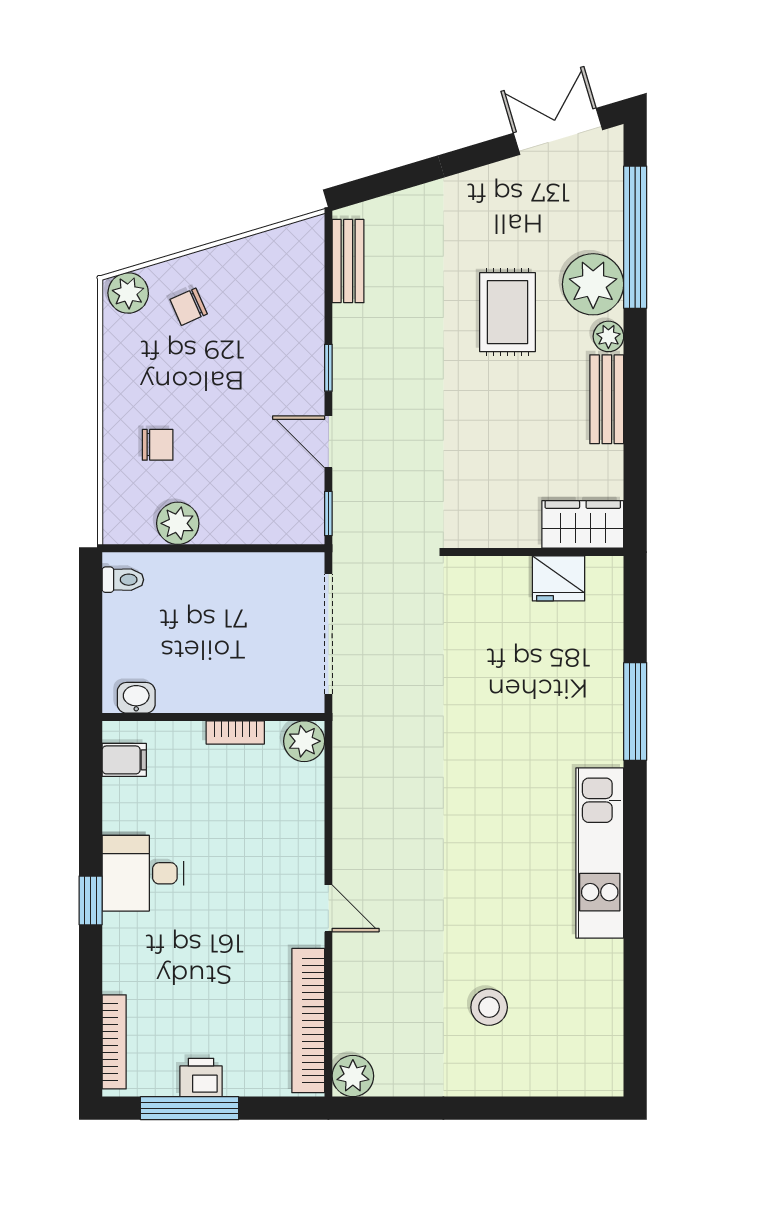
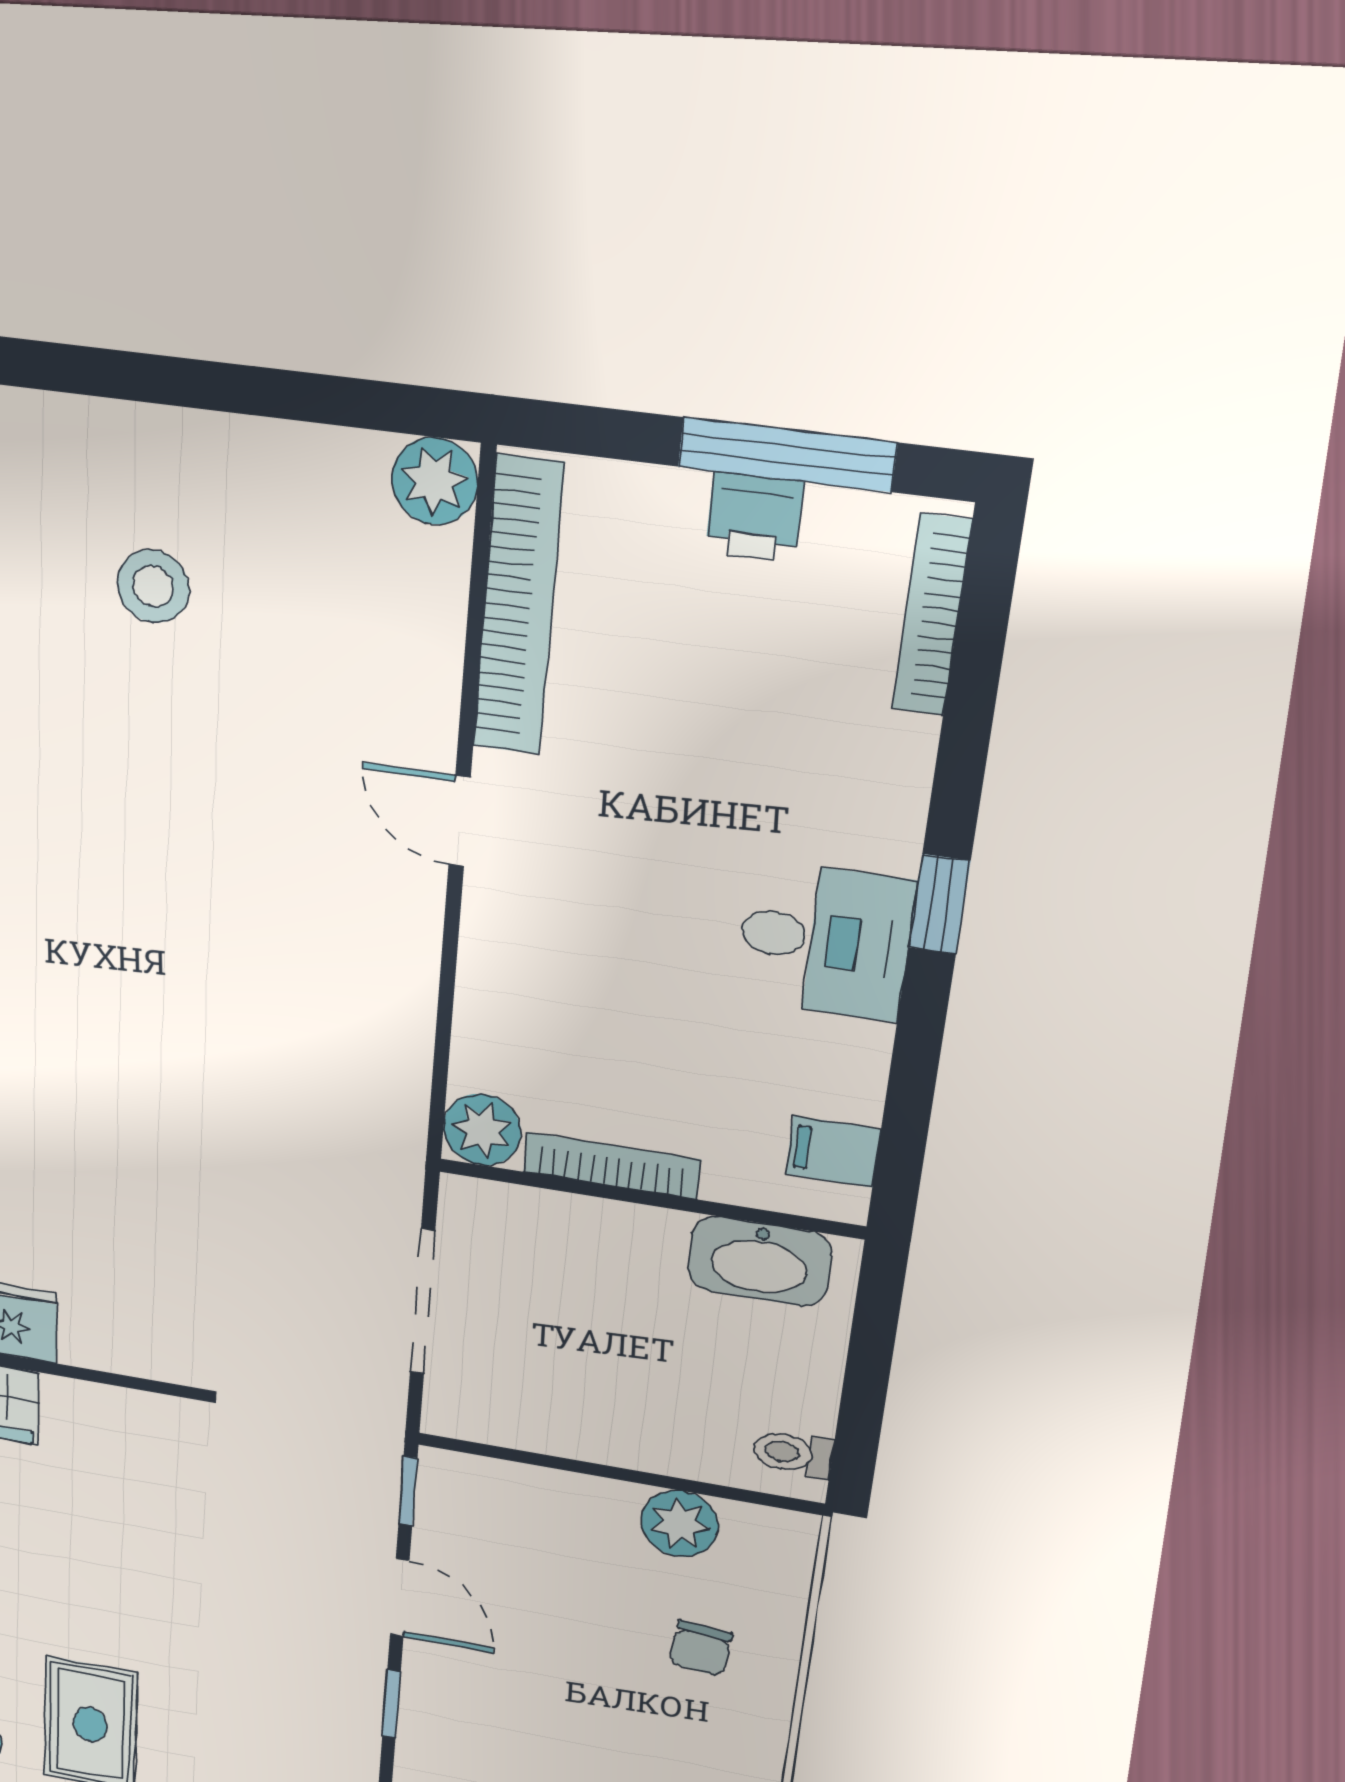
chair: (158, 445) -> (701, 1648), turned -85
doorway: (328, 634) -> (422, 1302), width x0.73
washbasin: (136, 698) -> (760, 1261), width x1.91, depth x1.45
bookcase: (235, 732) -> (612, 1166), width x1.56

